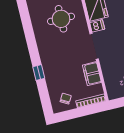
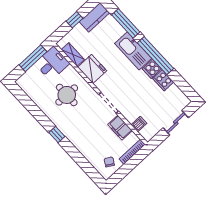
dishwasher: (97, 26) -> (139, 124), moved
window: (39, 72) -> (57, 135), moved

